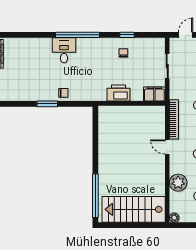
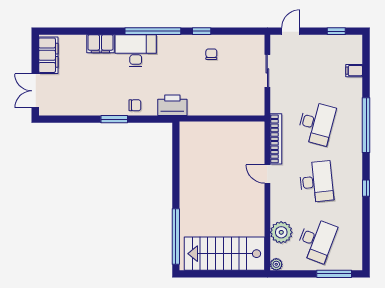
window: (127, 35) -> (202, 31), moved
desk: (64, 50) -> (136, 51), width x1.37
printer: (119, 93) -> (172, 105), moved
filing cabinet: (154, 94) -> (100, 44), moved, turned 180
plant: (178, 183) -> (281, 232), moved

